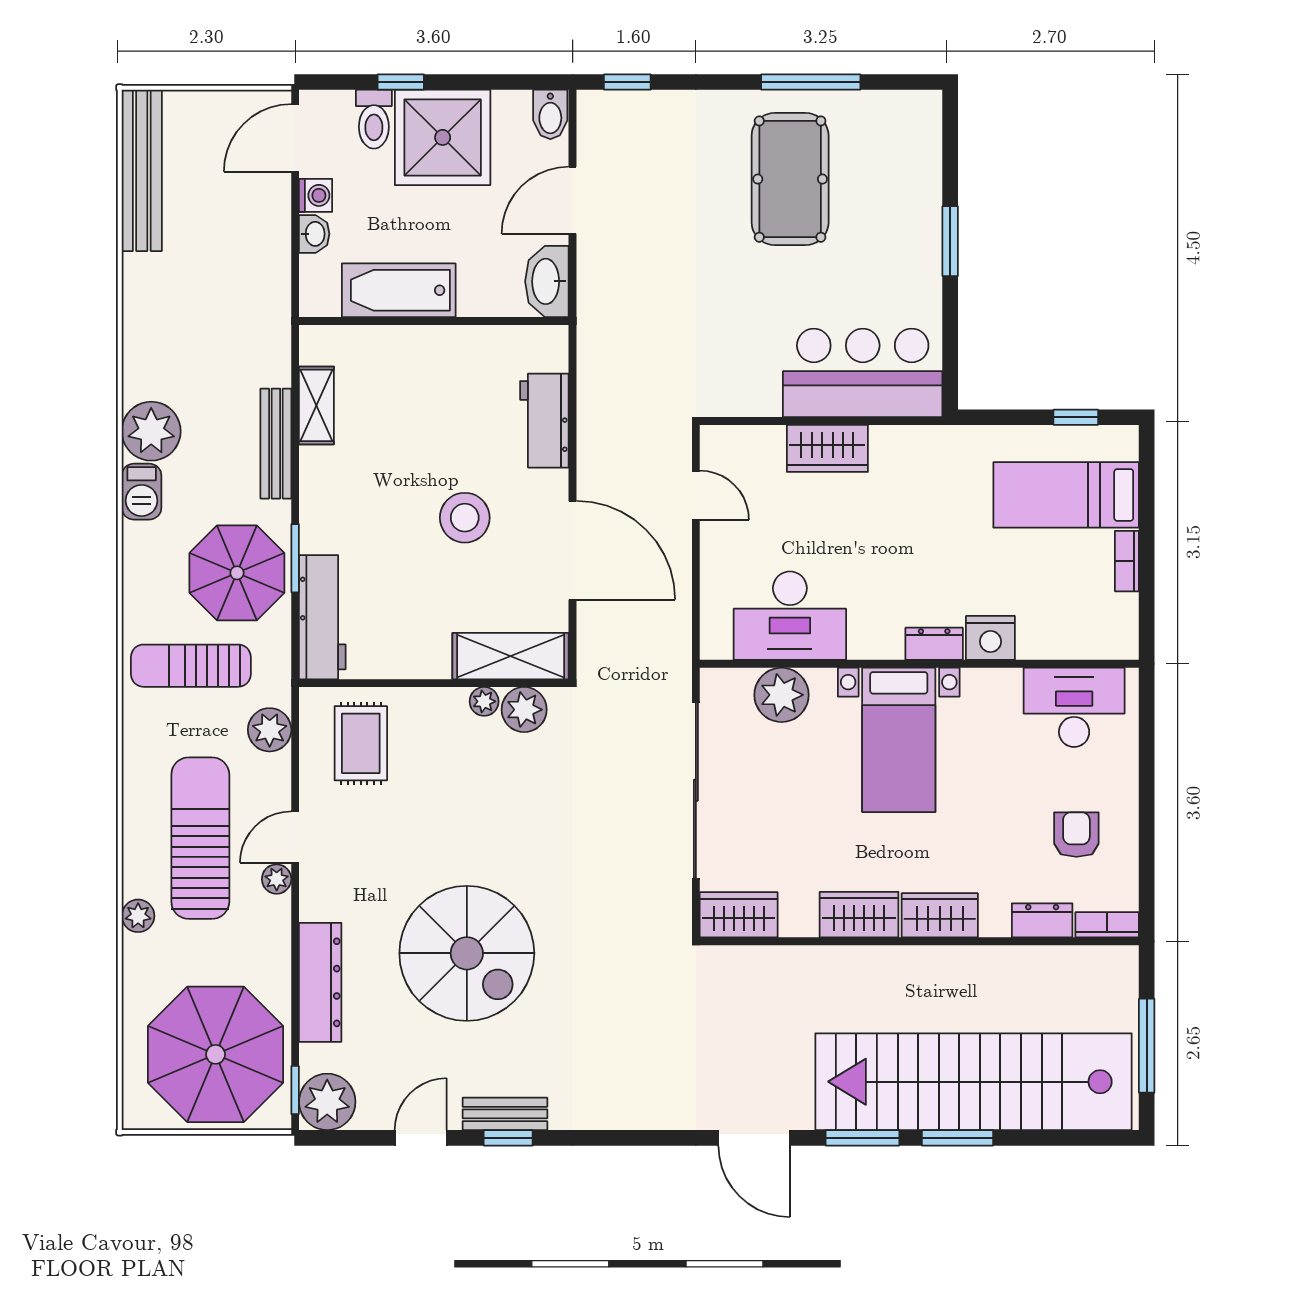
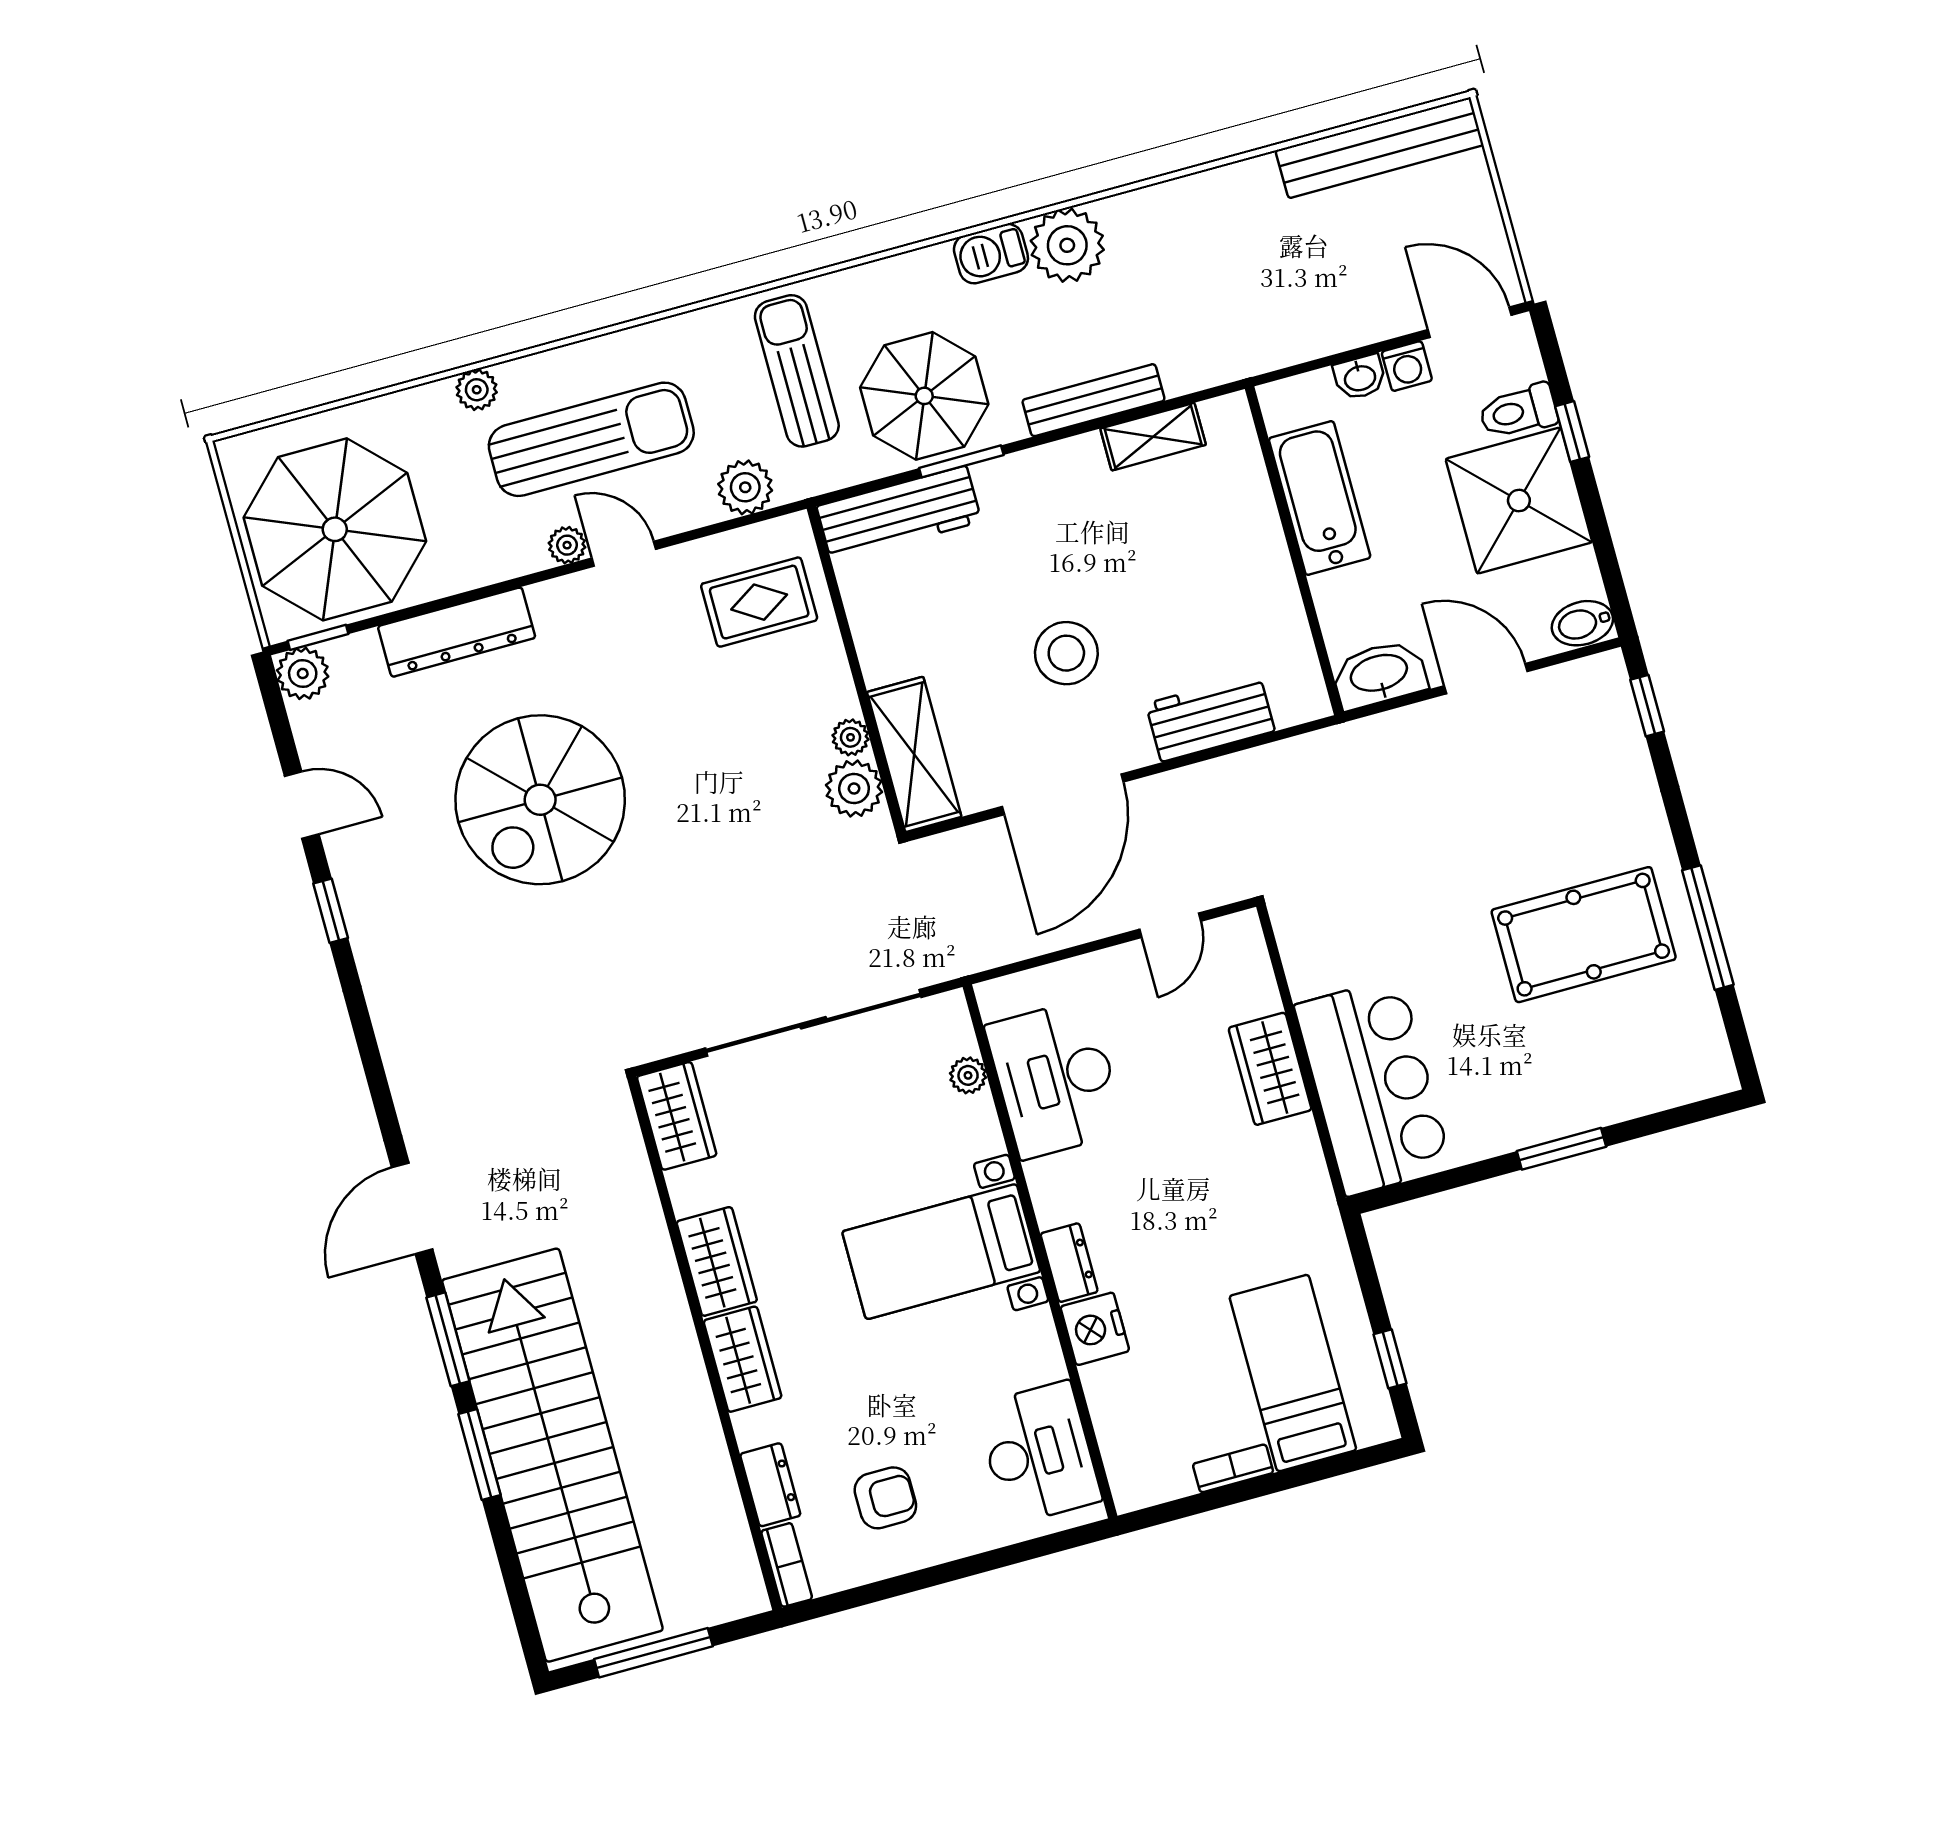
plant: (782, 695) -> (968, 1075), width x0.53, depth x0.53
plant: (327, 1102) -> (303, 673), width x0.73, depth x0.73
bench: (505, 1114) -> (359, 899), removed

